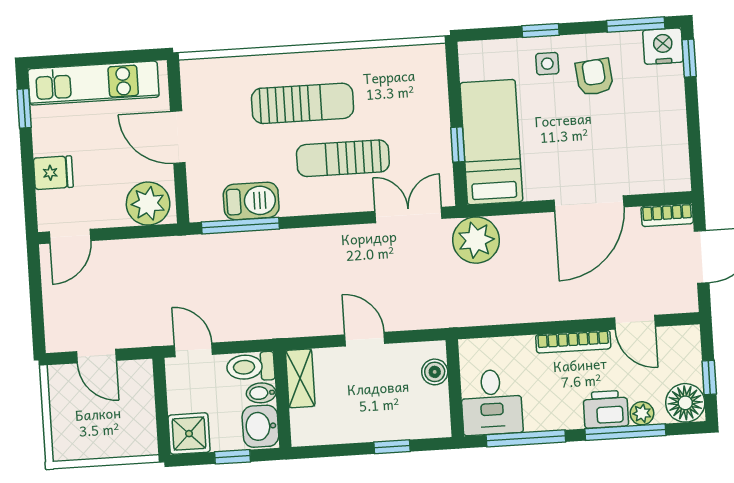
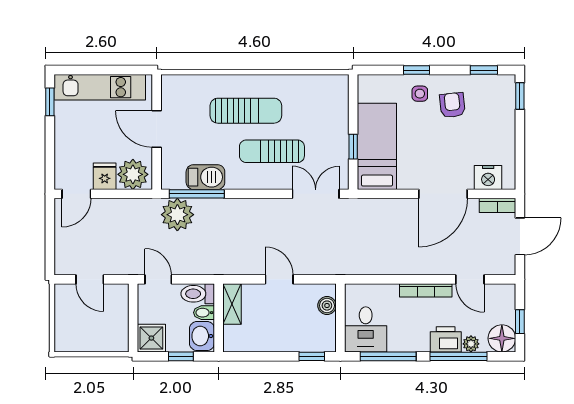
window: (636, 25) -> (484, 70), width x0.67
nightstand: (663, 46) -> (488, 177), moved, turned 180
fridge: (53, 173) -> (105, 176), moved, turned -90
plant: (476, 240) -> (177, 215), moved
window: (392, 447) -> (312, 356), moved

